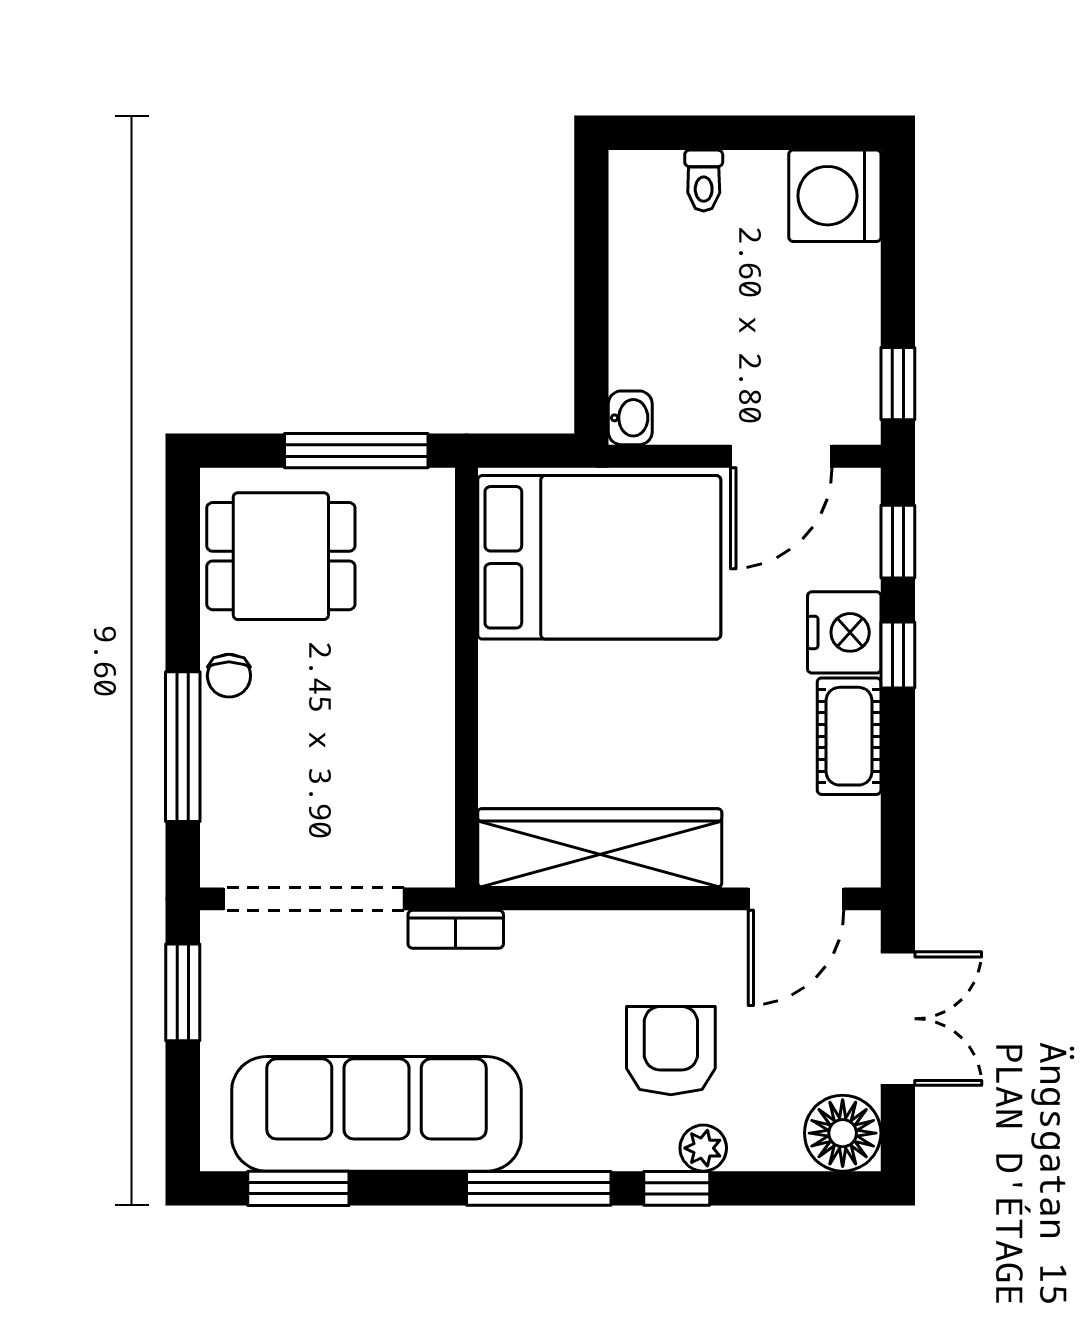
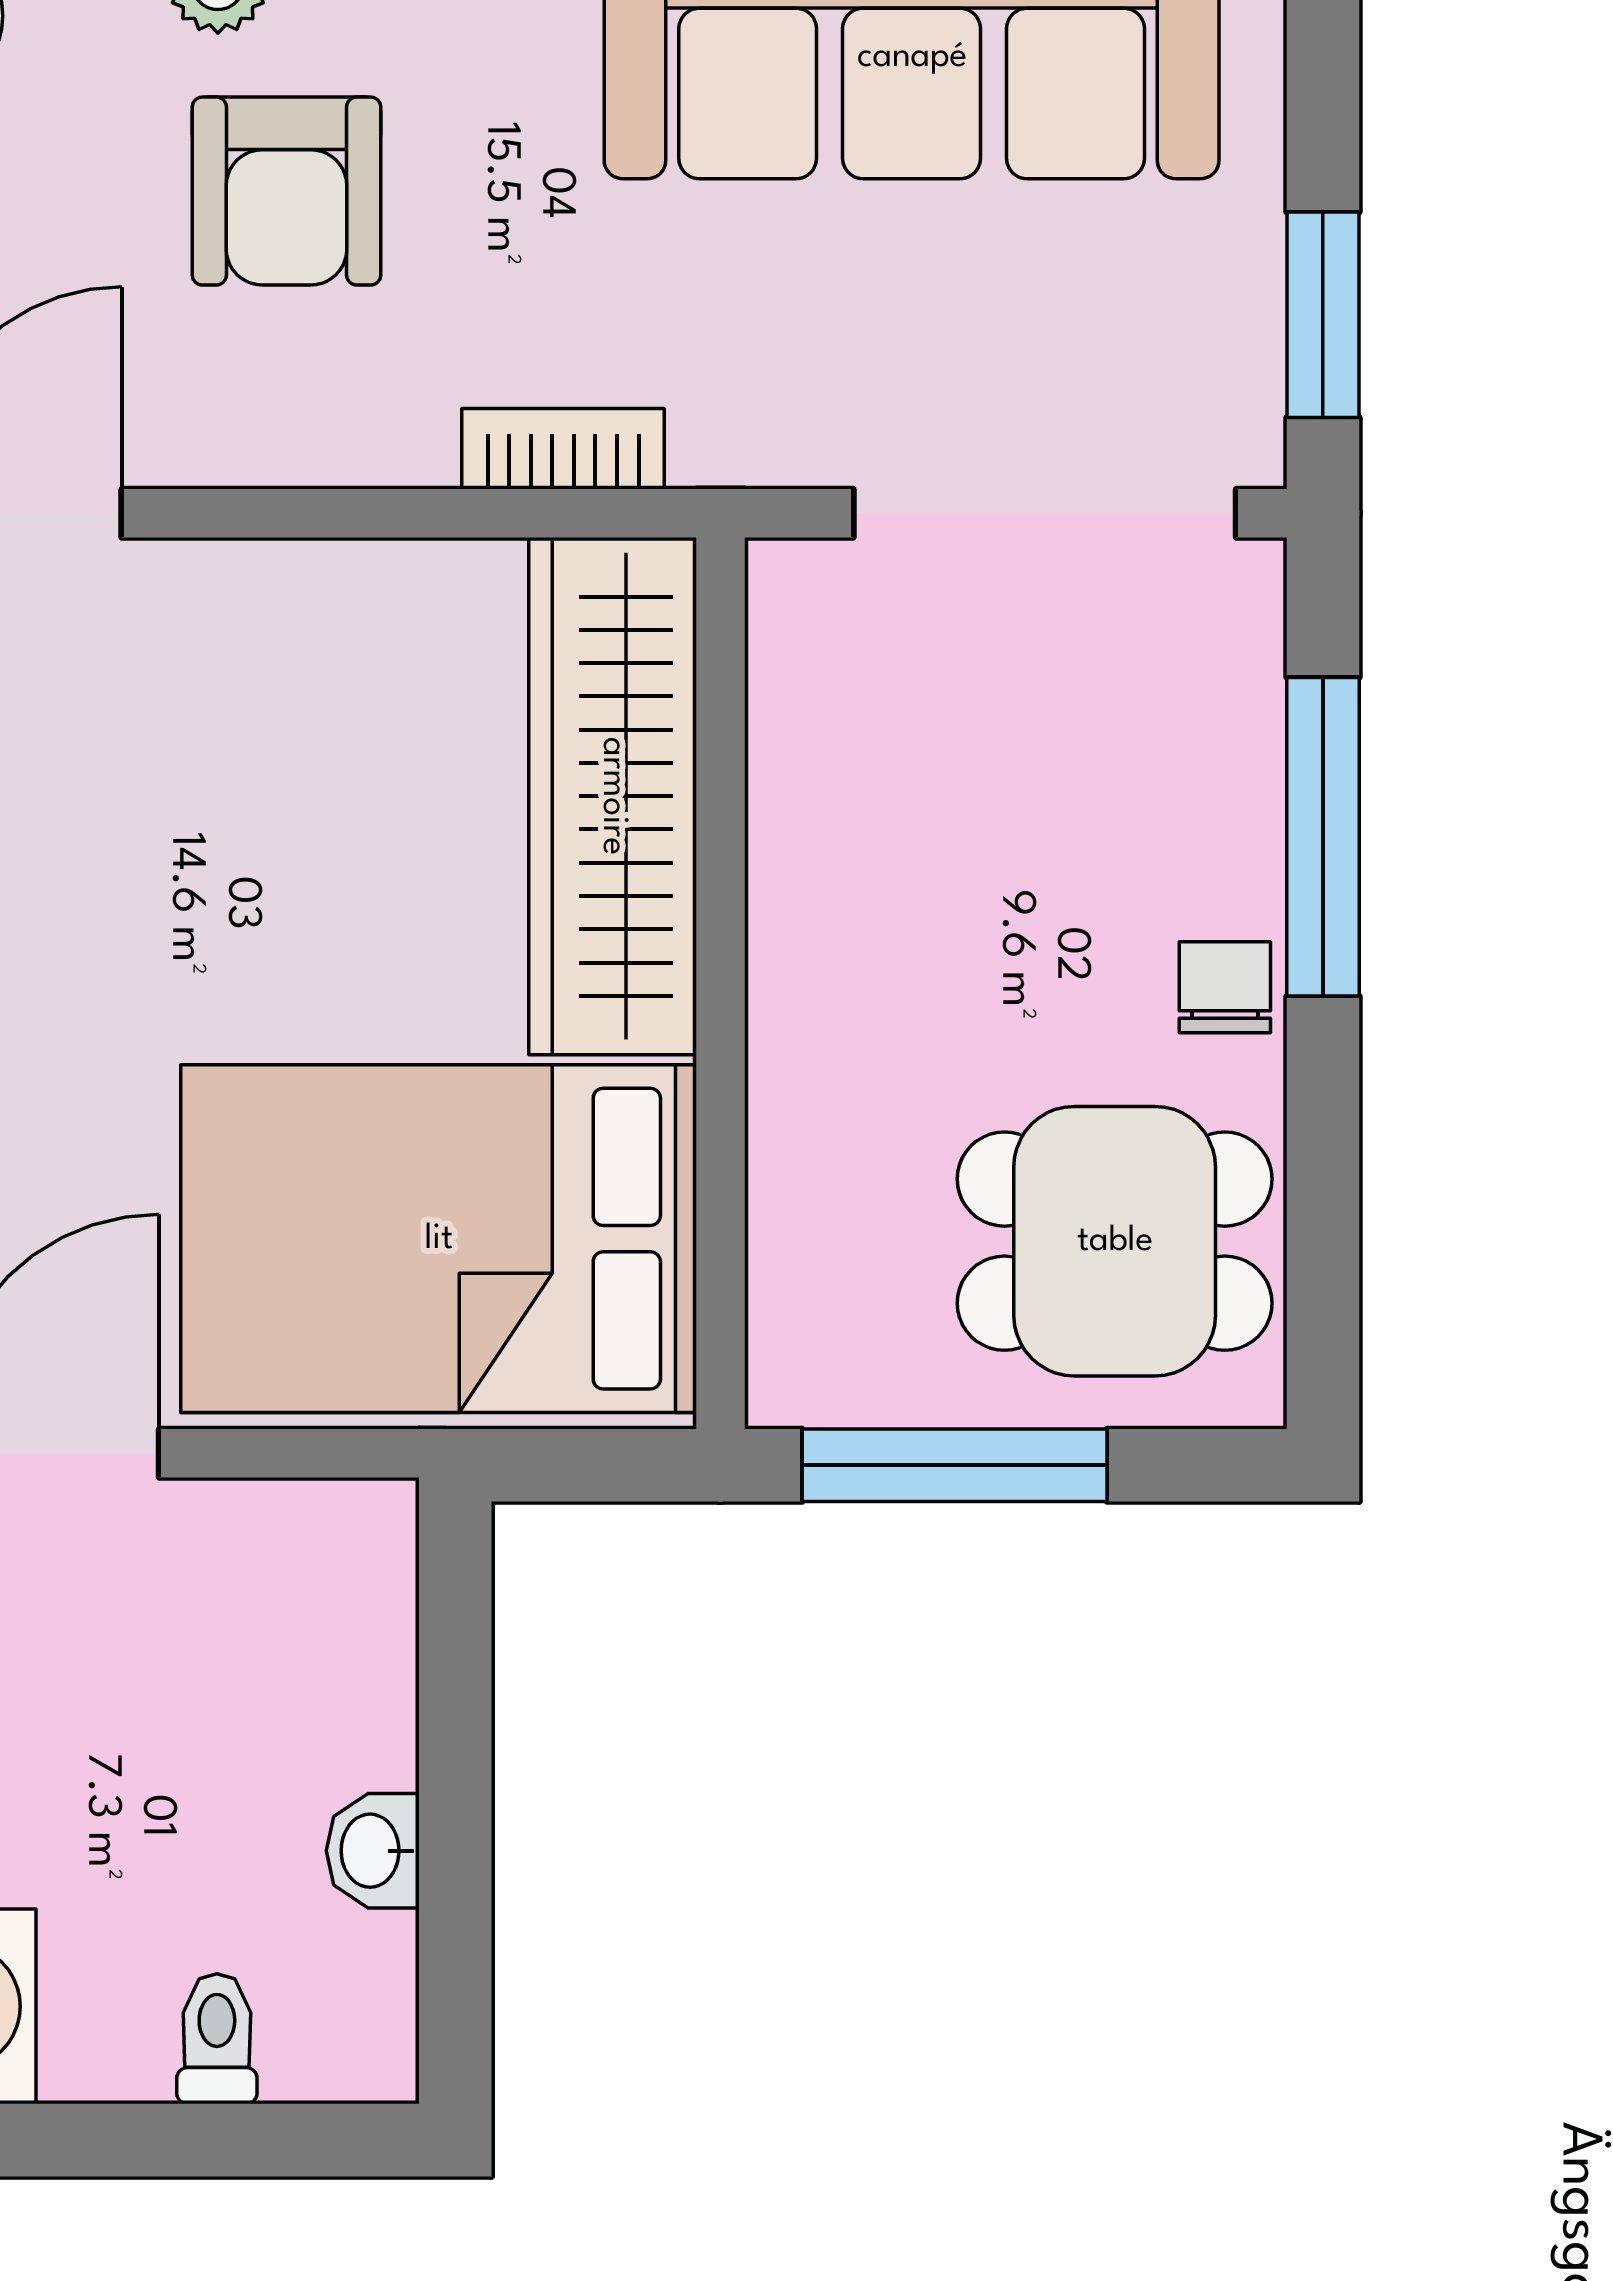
washbasin: (630, 418) -> (373, 1851), moved
wardrobe: (600, 848) -> (613, 796), moved, turned 90
bookcase: (456, 929) -> (563, 449), moved

